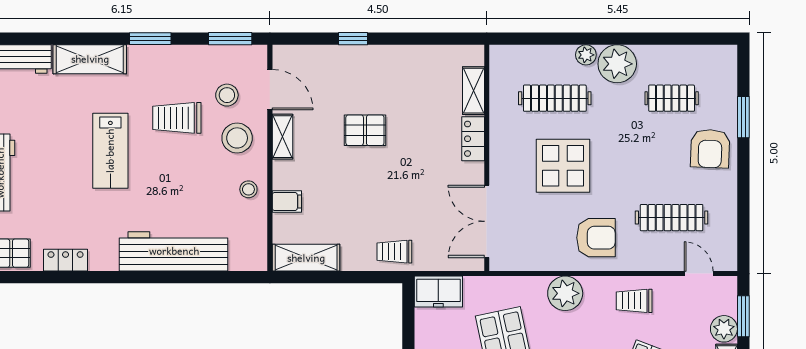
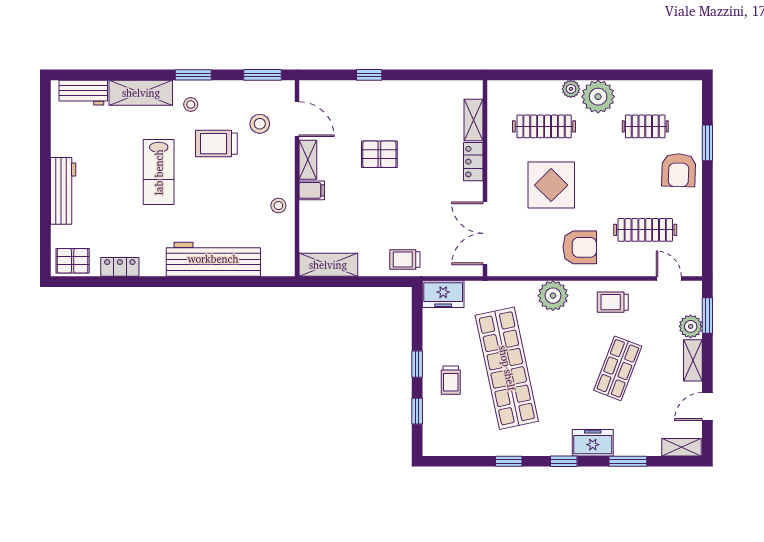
stool: (237, 138) -> (191, 105), moved, width x0.53, depth x0.53
filing cabinet: (287, 202) -> (312, 190), moved

